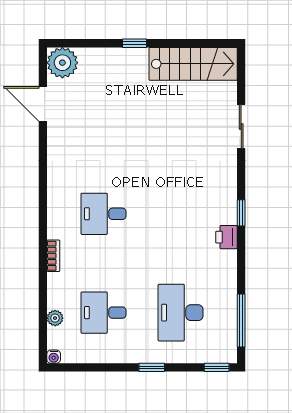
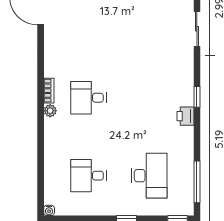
bookcase: (53, 256) -> (49, 91), moved
desk: (181, 313) -> (149, 176), turned 180
plant: (55, 318) -> (50, 111), moved

